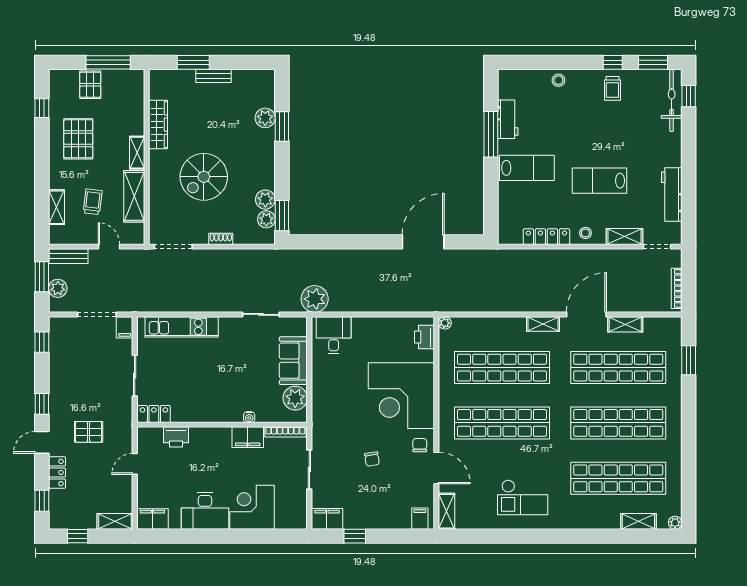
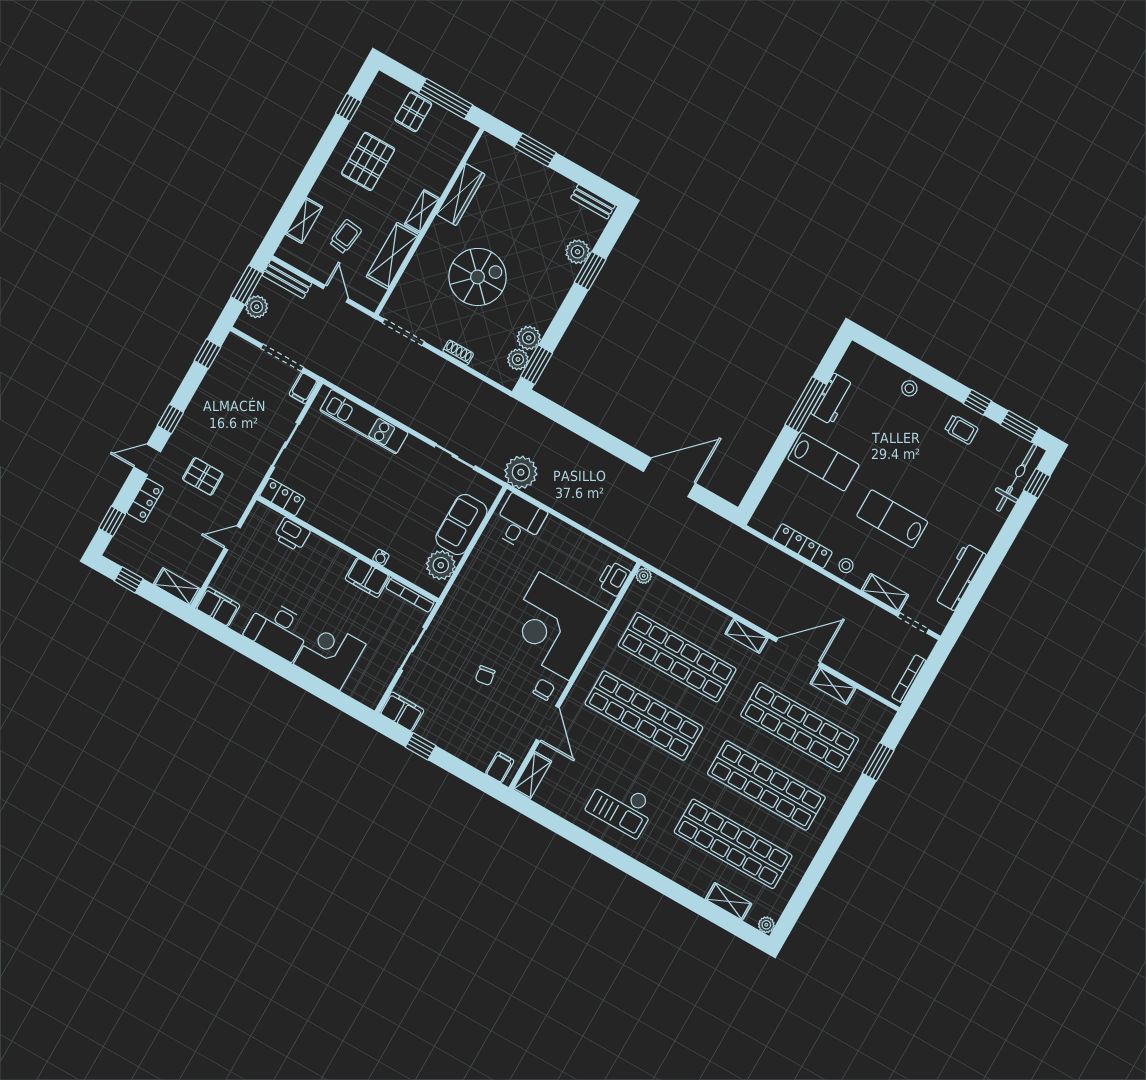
bench: (214, 76) -> (593, 202), moved
trolley: (612, 88) -> (961, 429), turned -90
spiral stairs: (204, 177) -> (478, 277), turned 180

